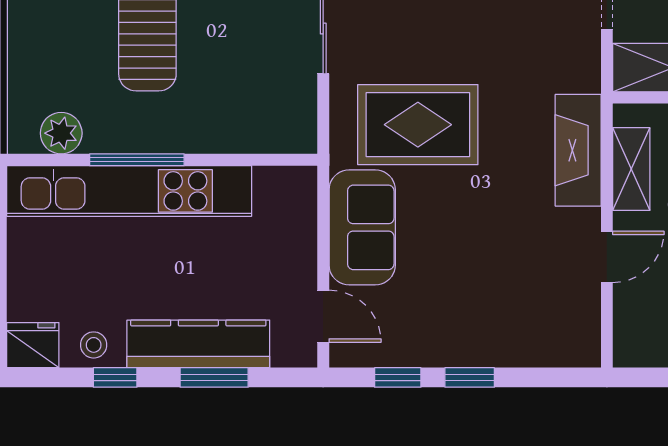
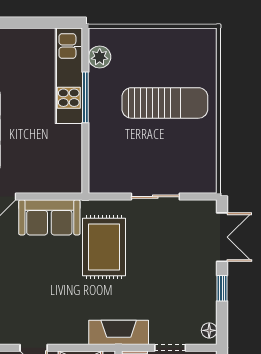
fireplace: (578, 150) -> (119, 332), moved
kitchen unit: (129, 191) -> (69, 76), width x0.73

